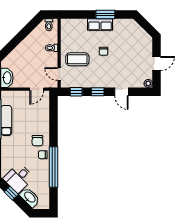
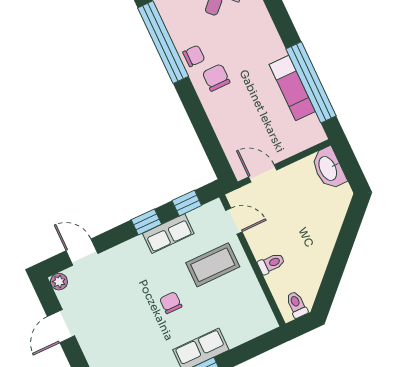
row of seats: (90, 82) -> (168, 233), added
door: (37, 89) -> (263, 173), hinge flipped
door: (121, 92) -> (82, 252), moved

